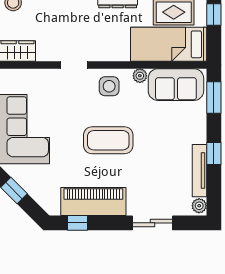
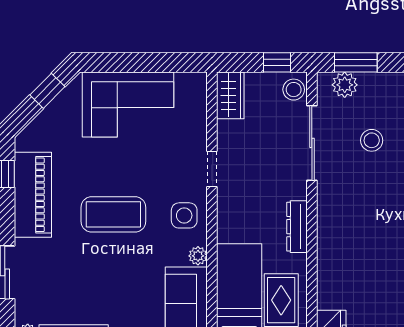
coffee table: (108, 140) -> (113, 214), turned 90

